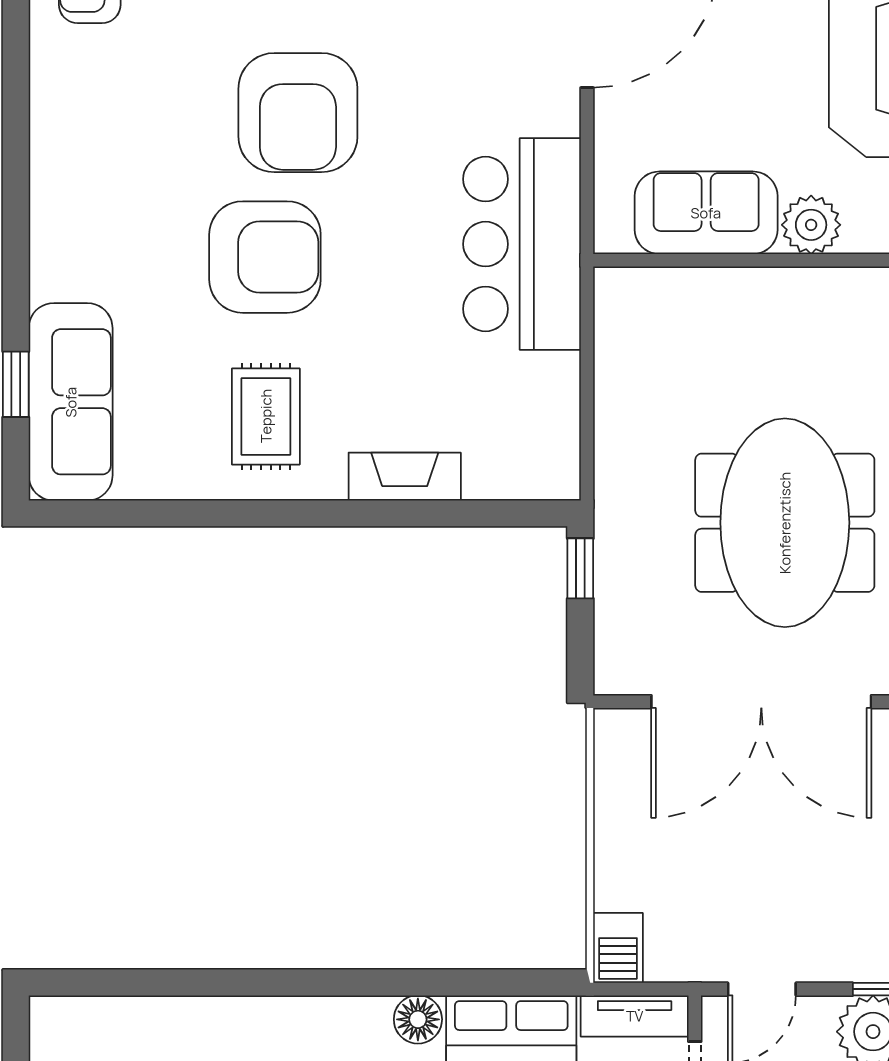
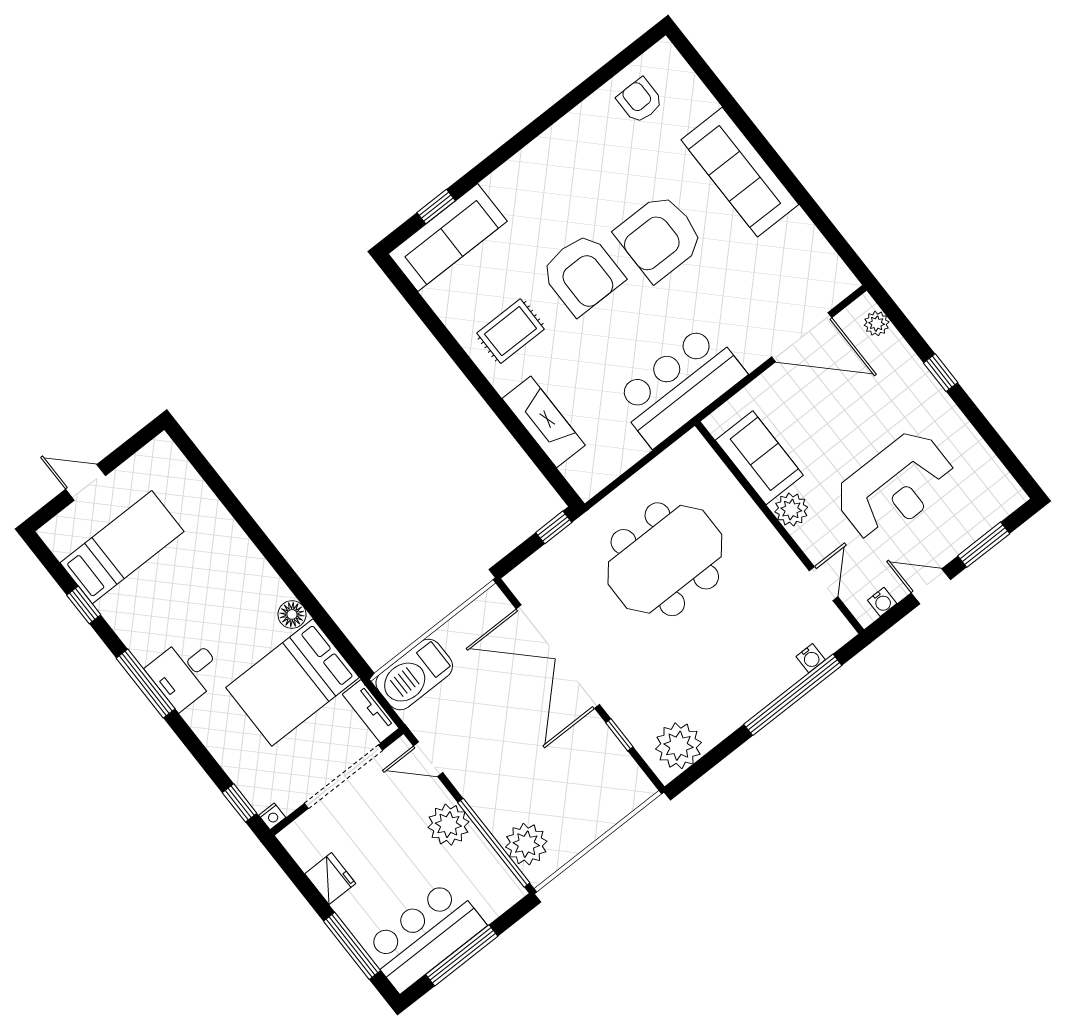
fireplace: (405, 477) -> (544, 422), width x1.37, depth x1.32
meeting table: (785, 523) -> (665, 559), moved
barbecue: (618, 948) -> (414, 675), width x1.88, depth x1.53

